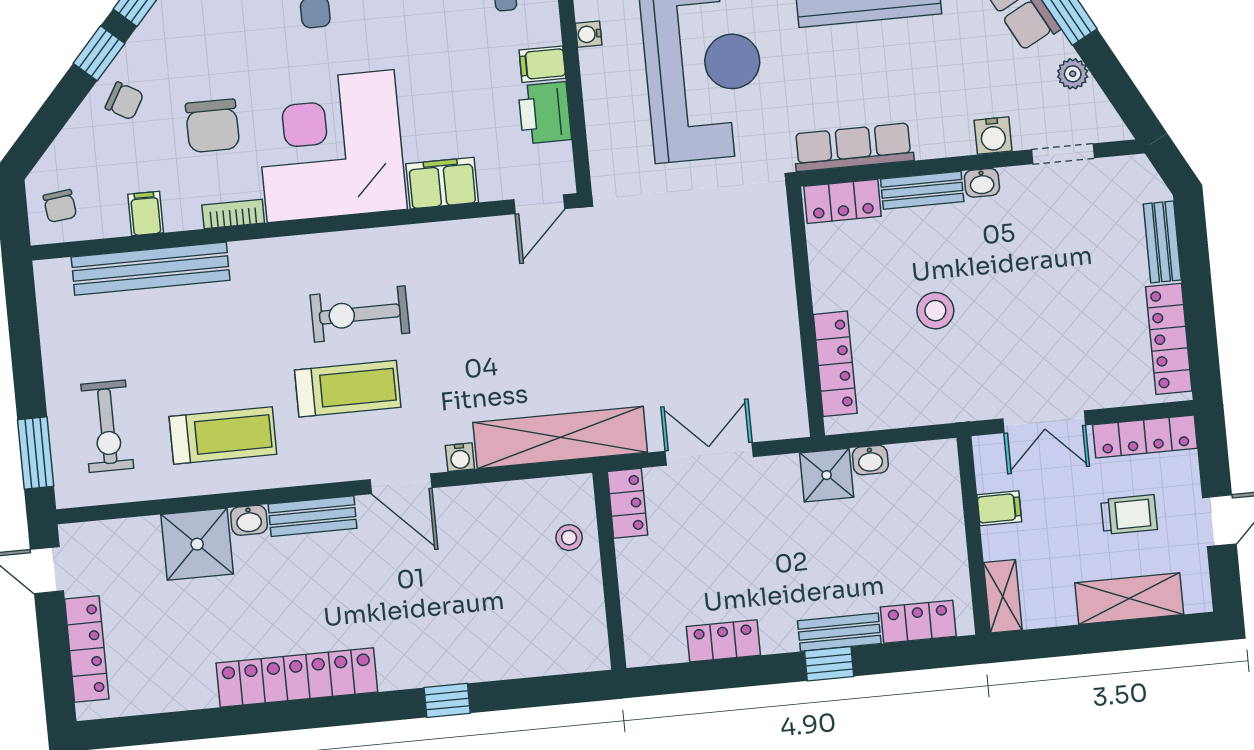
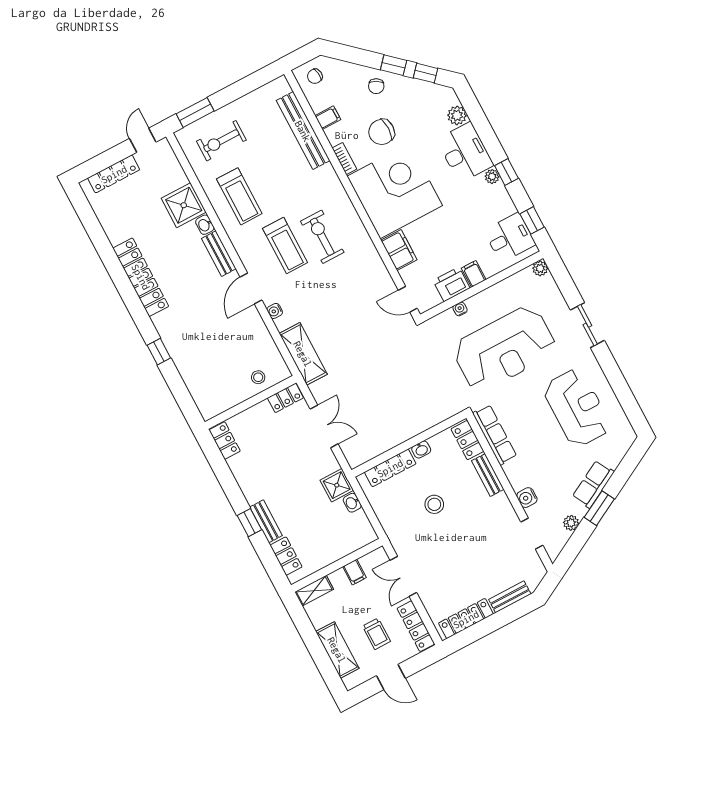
water cooler: (589, 34) -> (460, 309), moved
washbasin: (982, 183) -> (421, 450), moved, turned -90
shelving: (560, 437) -> (303, 354), width x0.68
locker: (723, 641) -> (225, 440), moved

